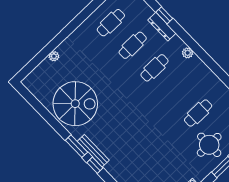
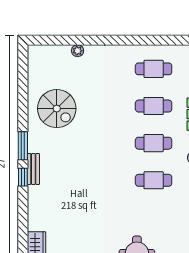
spiral stairs: (75, 104) -> (57, 109), width x0.73, depth x0.73
cafe table: (198, 113) -> (154, 180), moved
bench: (93, 151) -> (33, 169), width x0.73

